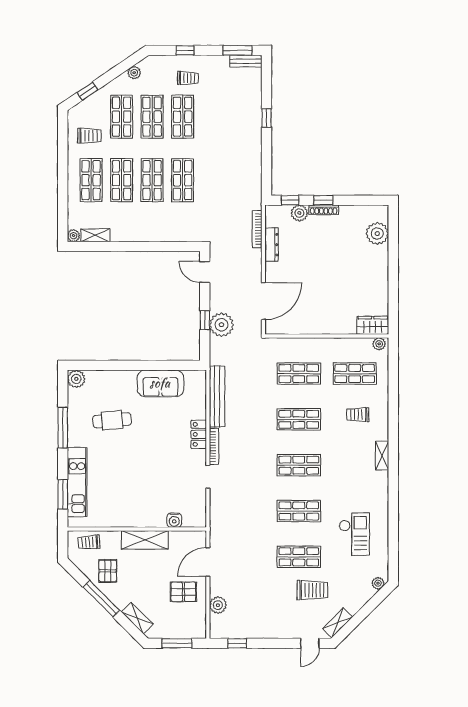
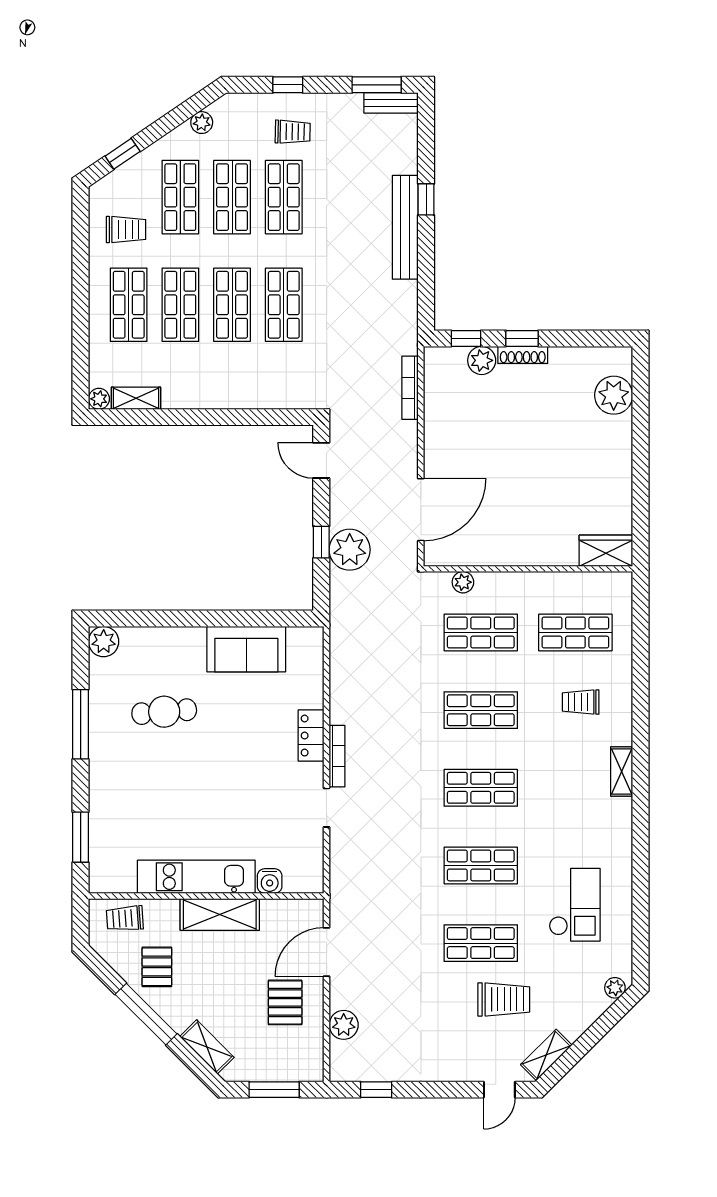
dresser: (272, 245) -> (435, 414), removed
plant: (379, 344) -> (463, 582), moved
bench: (217, 396) -> (405, 227), moved
kitchen unit: (77, 482) -> (196, 877), moved, turned -90
pallet: (183, 592) -> (285, 1002), turned 90

